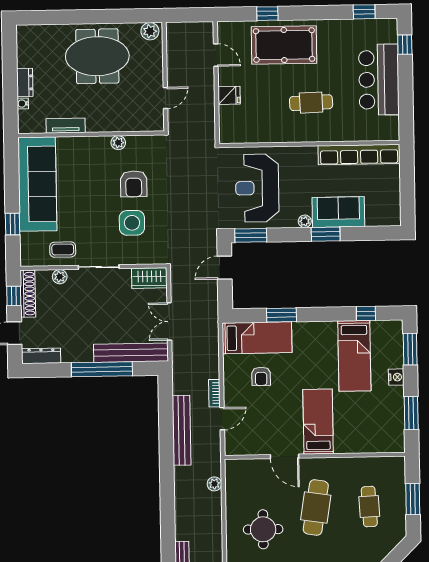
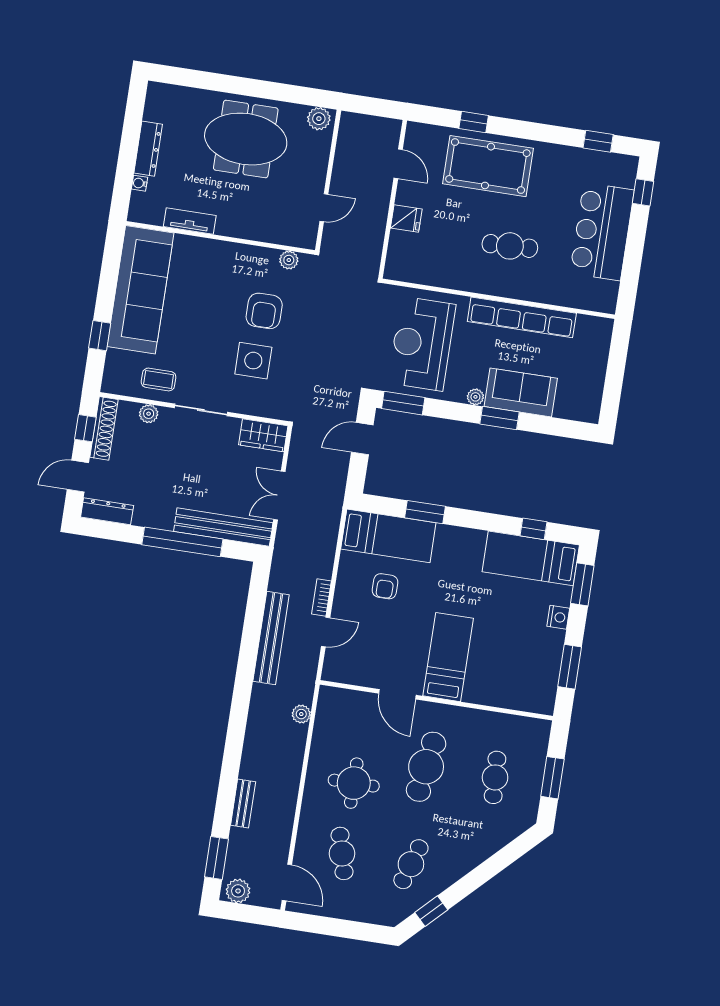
dresser: (25, 82) -> (148, 149), width x1.44
plant: (118, 143) -> (289, 260), moved
row of seats: (359, 155) -> (522, 317), moved
bed: (354, 356) -> (531, 558), moved, turned 90

